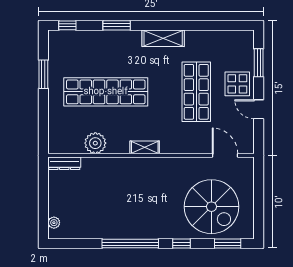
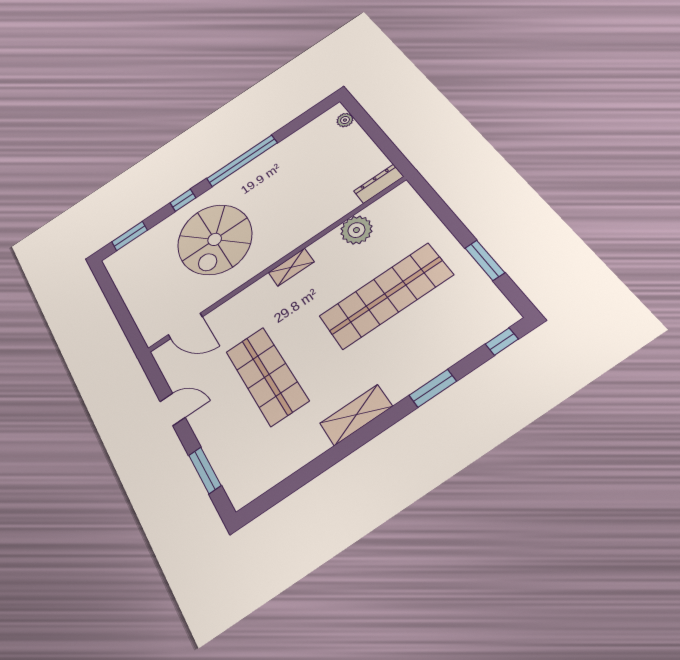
display table: (237, 84) -> (218, 423), removed
spiral stairs: (211, 207) -> (215, 239), moved, turned -90

